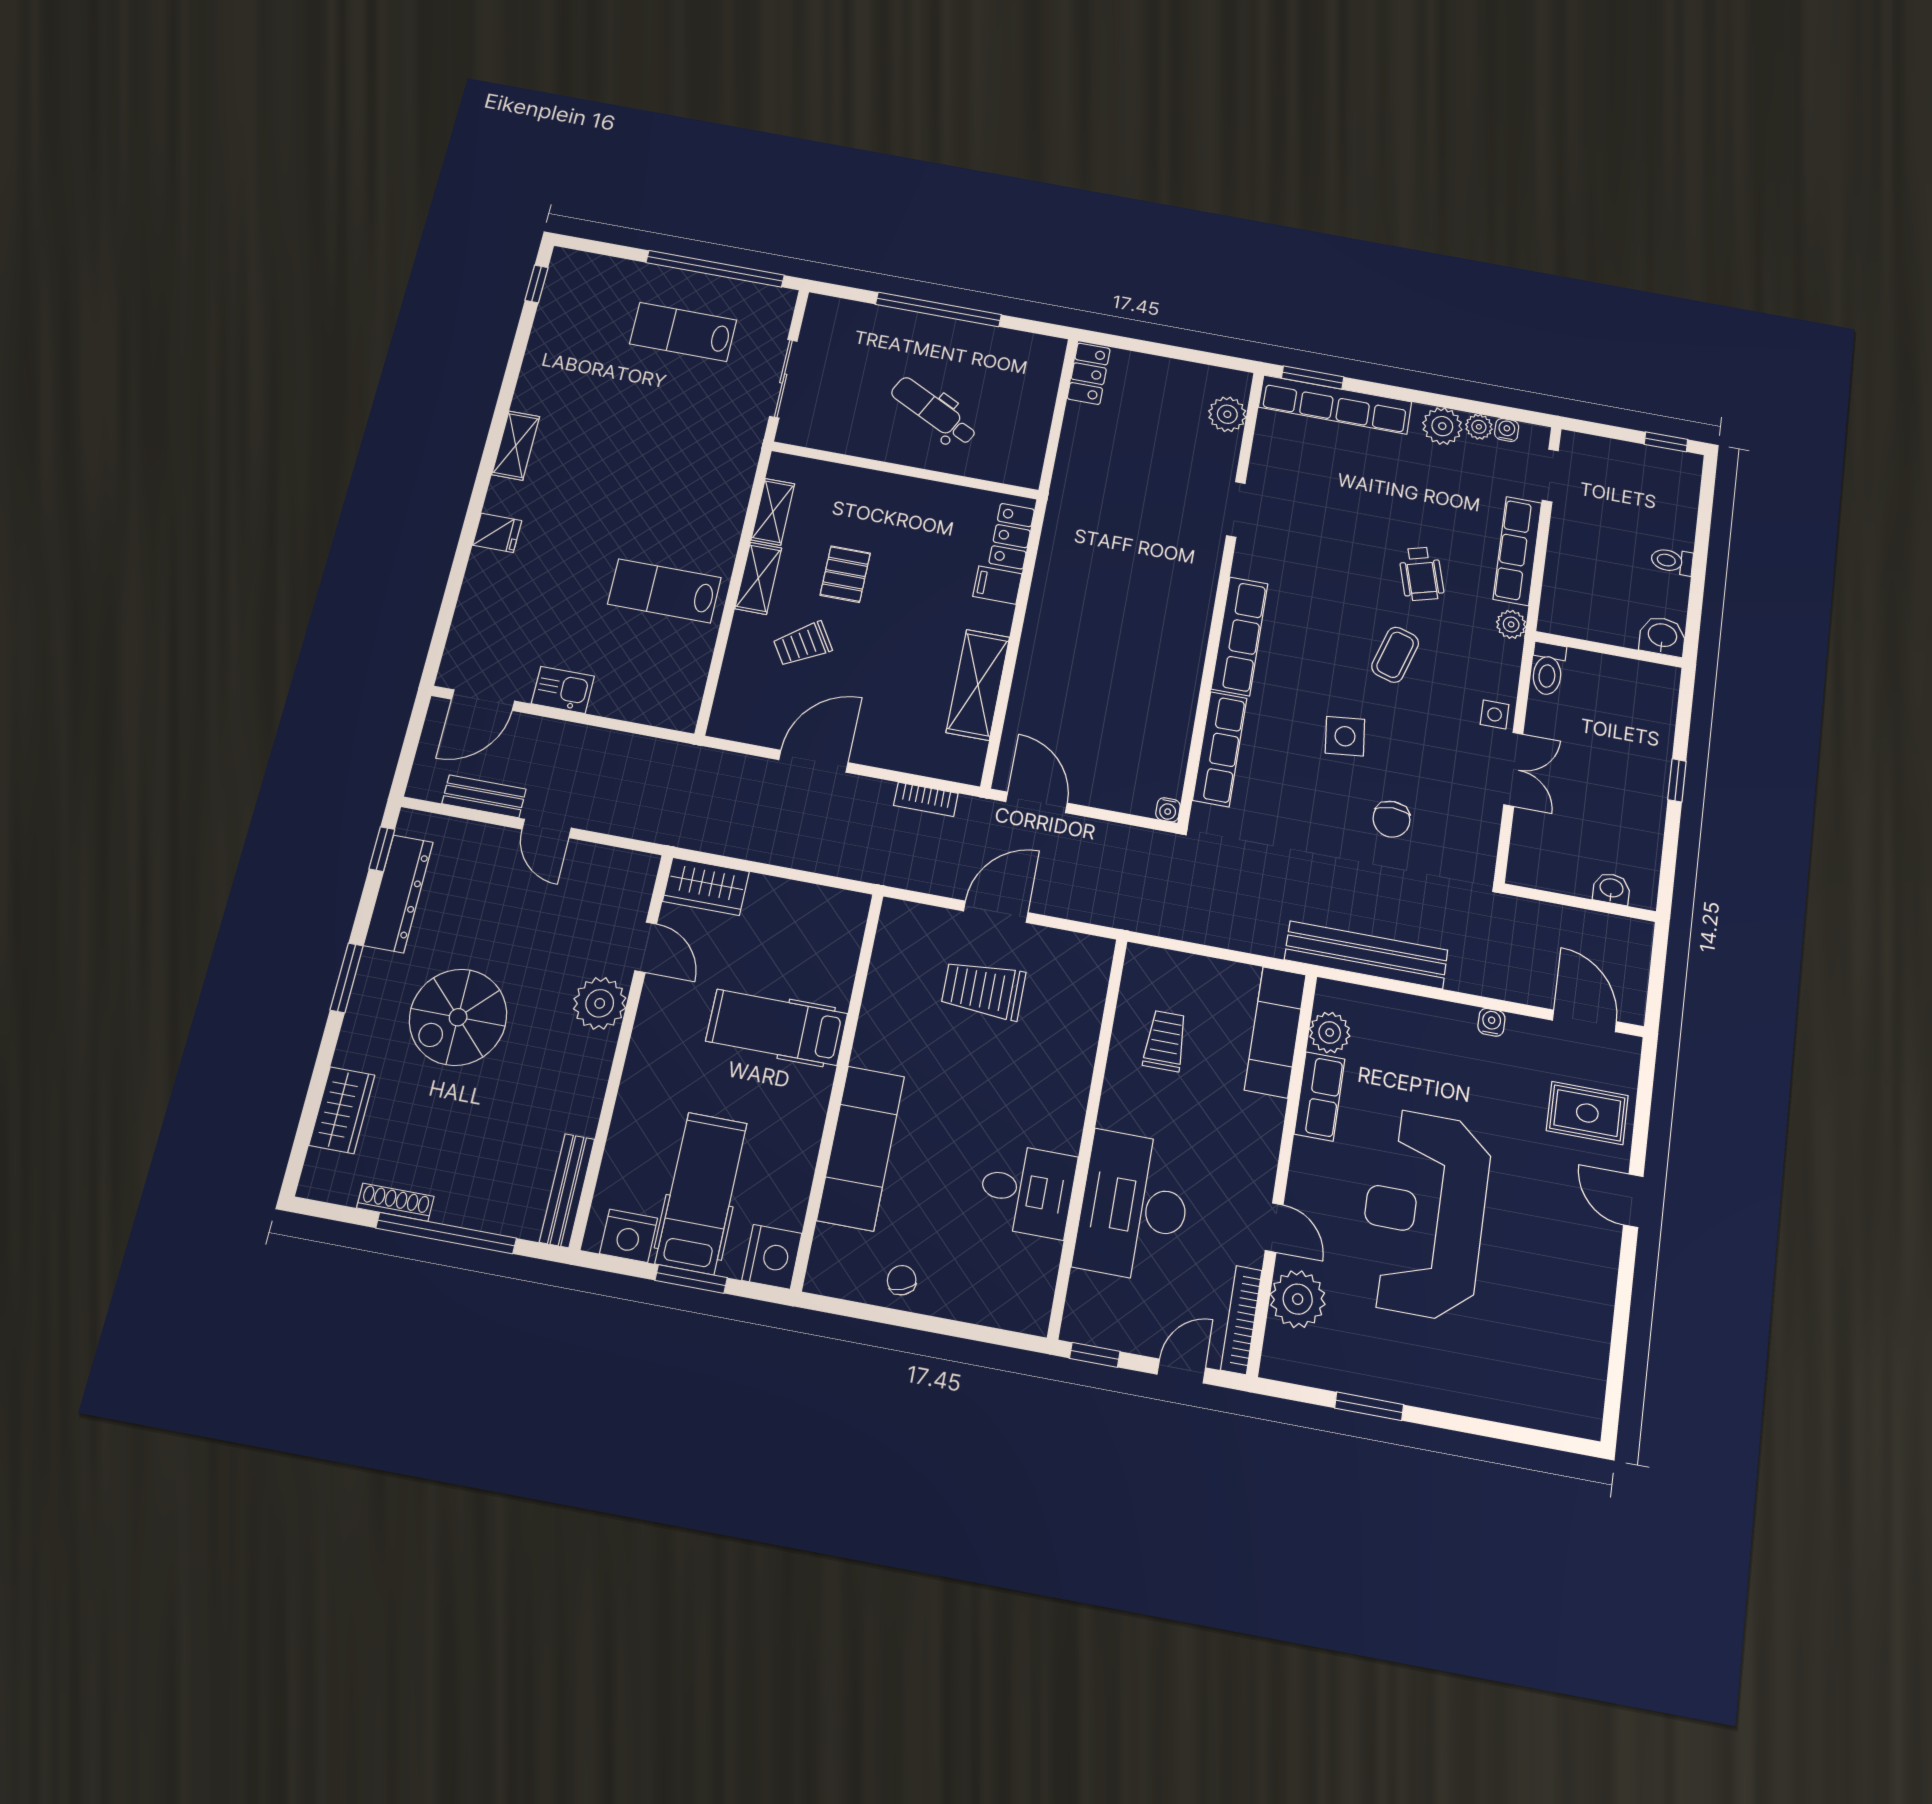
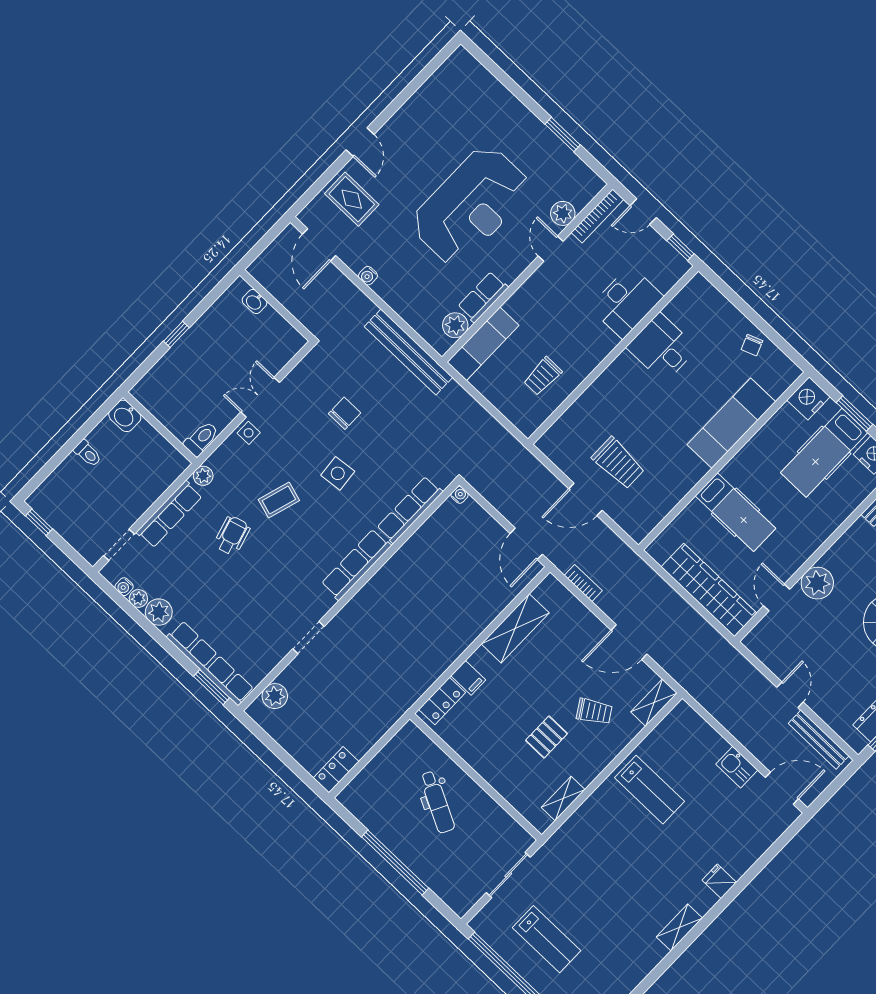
shelving: (758, 578) -> (654, 703), moved
bench: (484, 796) -> (819, 740), width x1.36
wardrobe: (706, 886) -> (709, 590), width x2.10, depth x1.17
desk: (1134, 1206) -> (626, 302), width x0.73, depth x0.77
plant: (1298, 1299) -> (563, 213), width x0.73, depth x0.73

